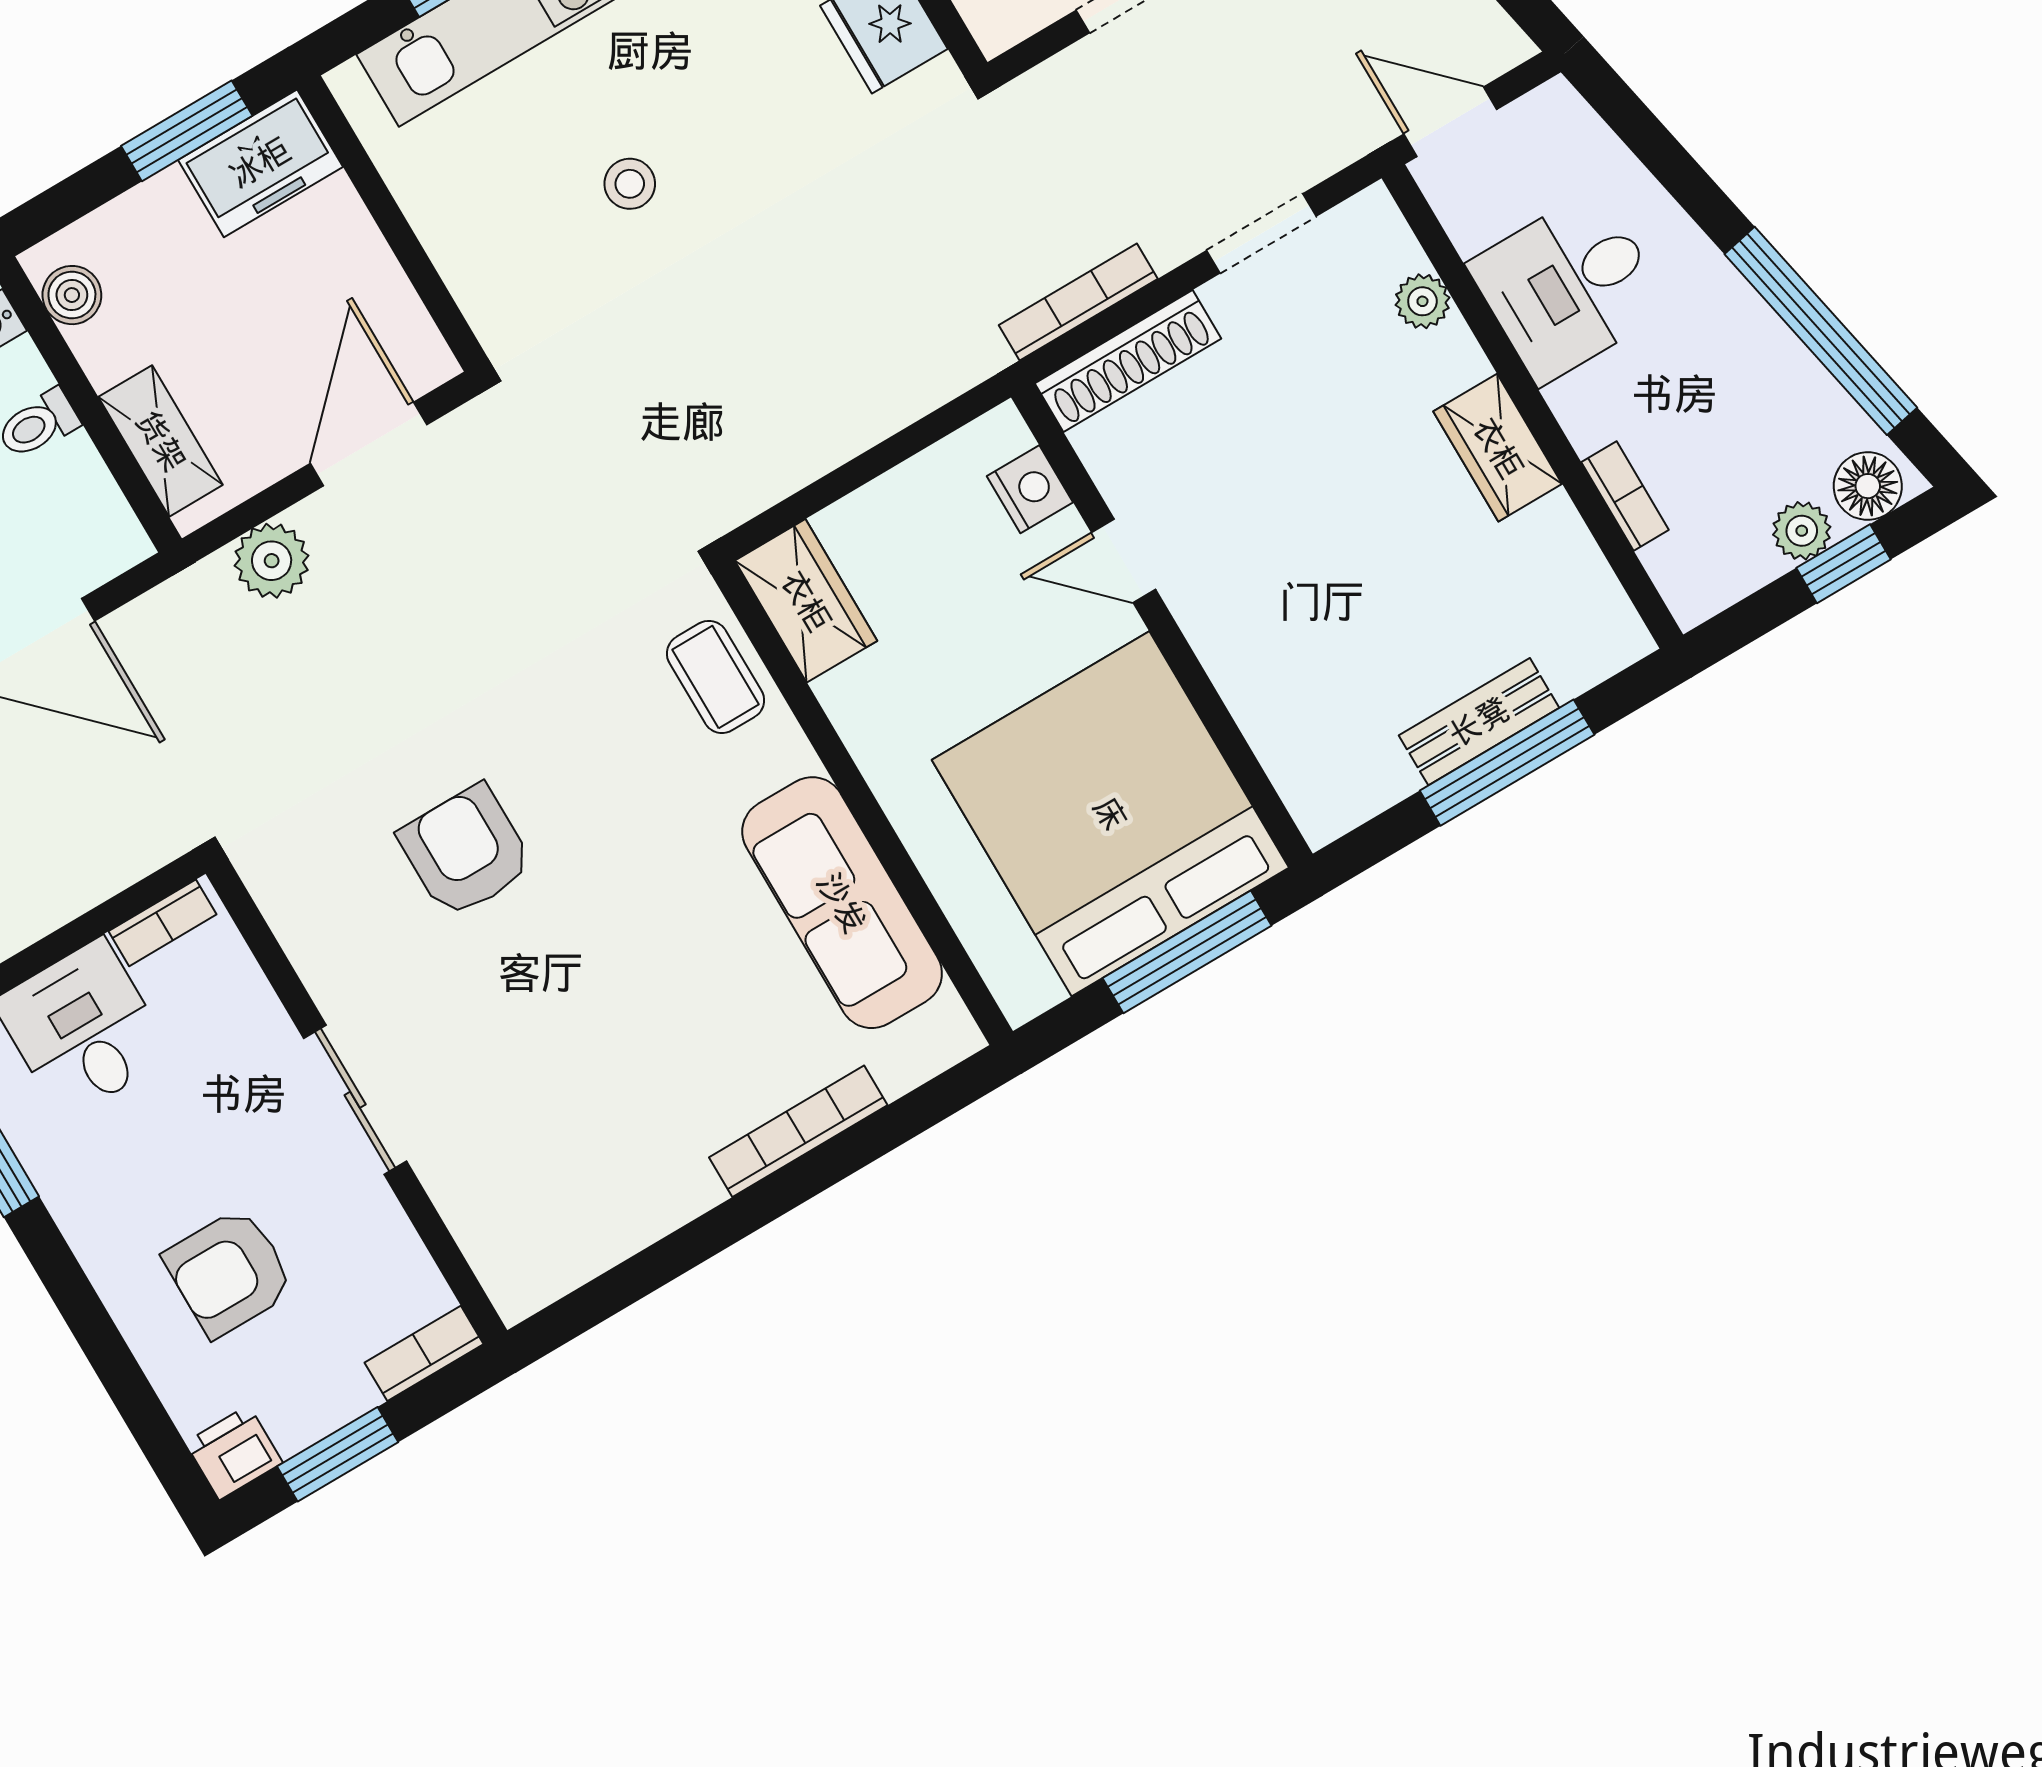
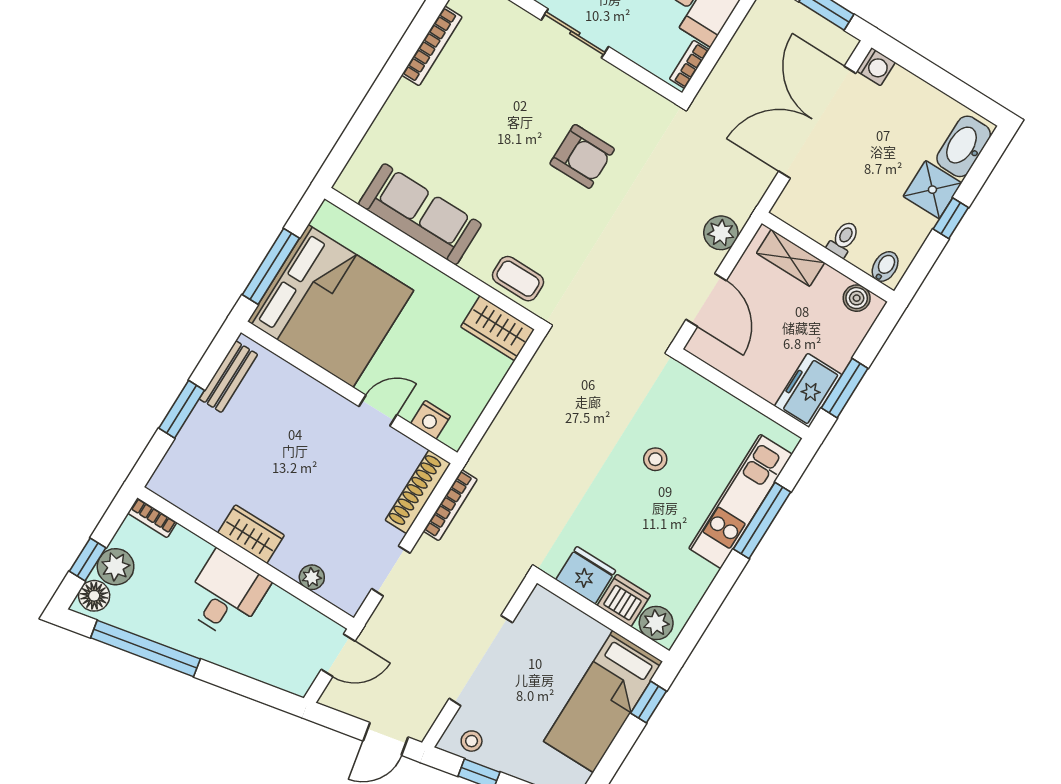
desk: (1569, 286) -> (226, 595), moved
bookcase: (1625, 496) -> (152, 518), moved
plant: (1802, 531) -> (116, 567), width x1.38, depth x1.38
bench: (1479, 722) -> (228, 377), moved
window: (1507, 763) -> (182, 409), width x0.69
bookcase: (798, 1131) -> (432, 46), moved

